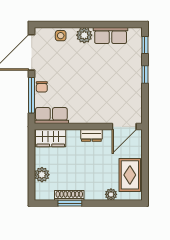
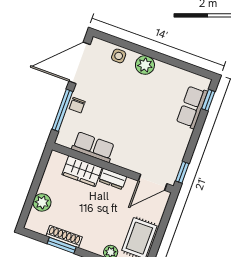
row of seats: (111, 35) -> (192, 107), moved, turned 90
window: (145, 74) -> (182, 172), moved
row of seats: (51, 116) -> (93, 147), moved
wardrobe: (51, 138) -> (82, 171), moved

